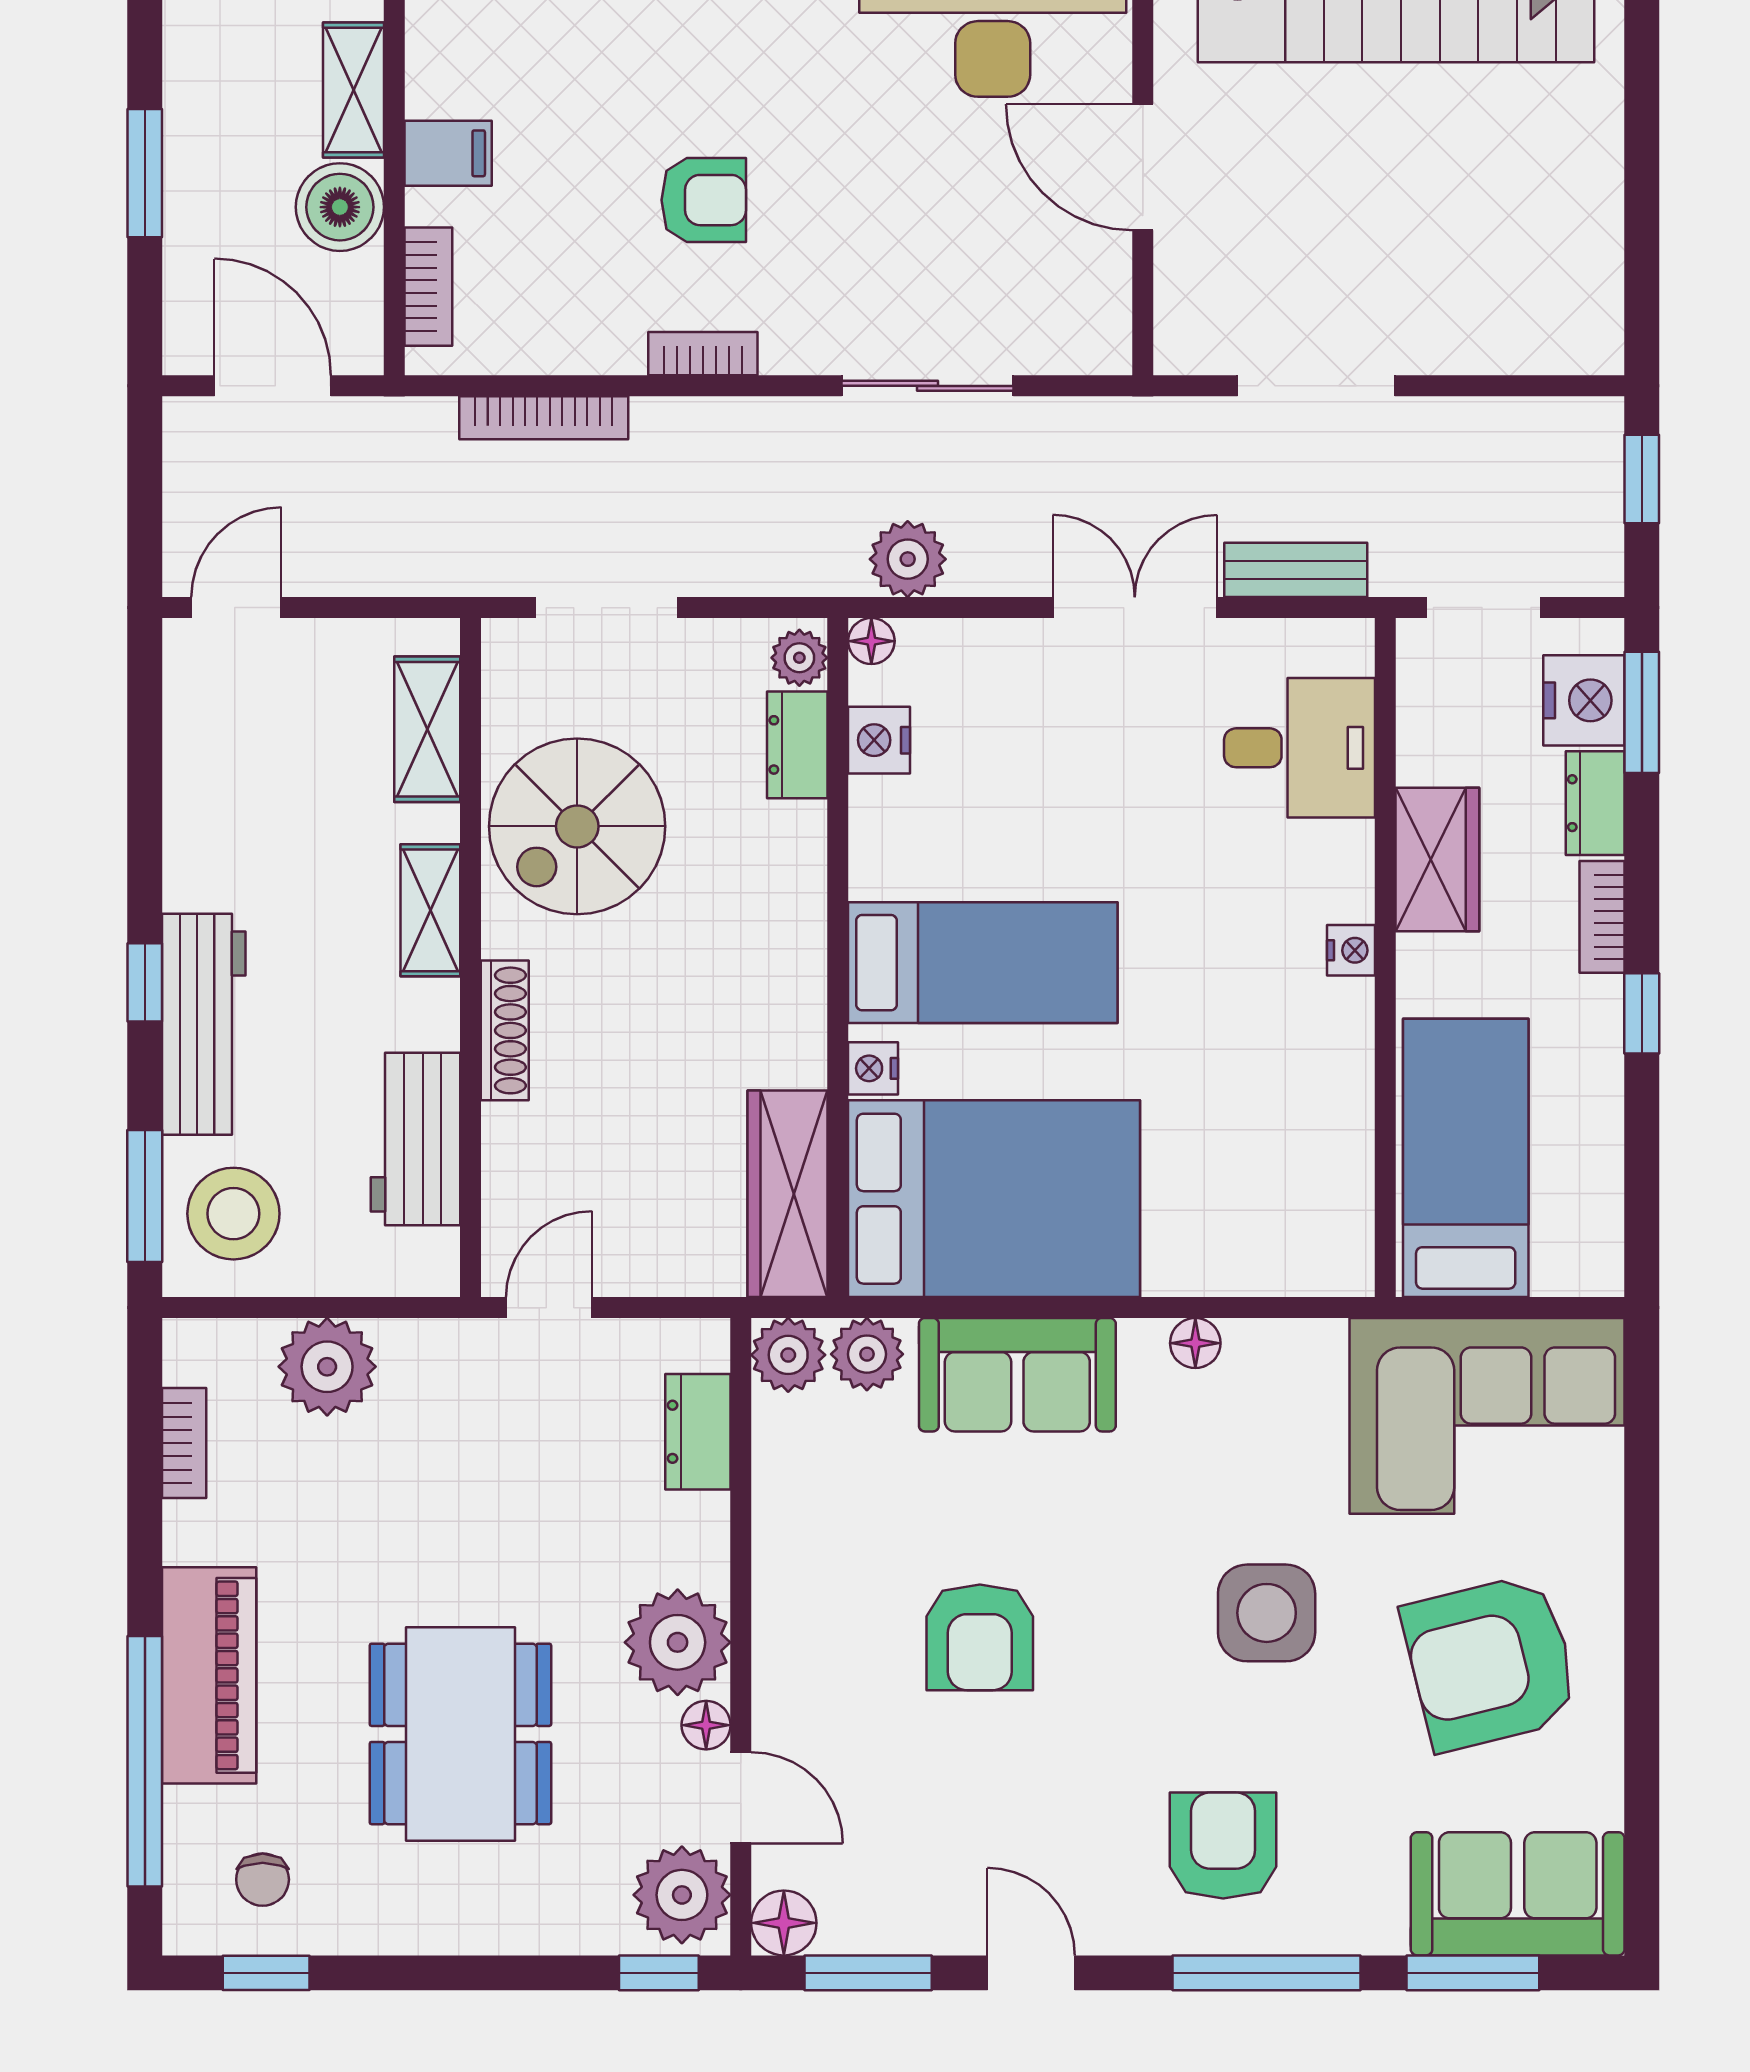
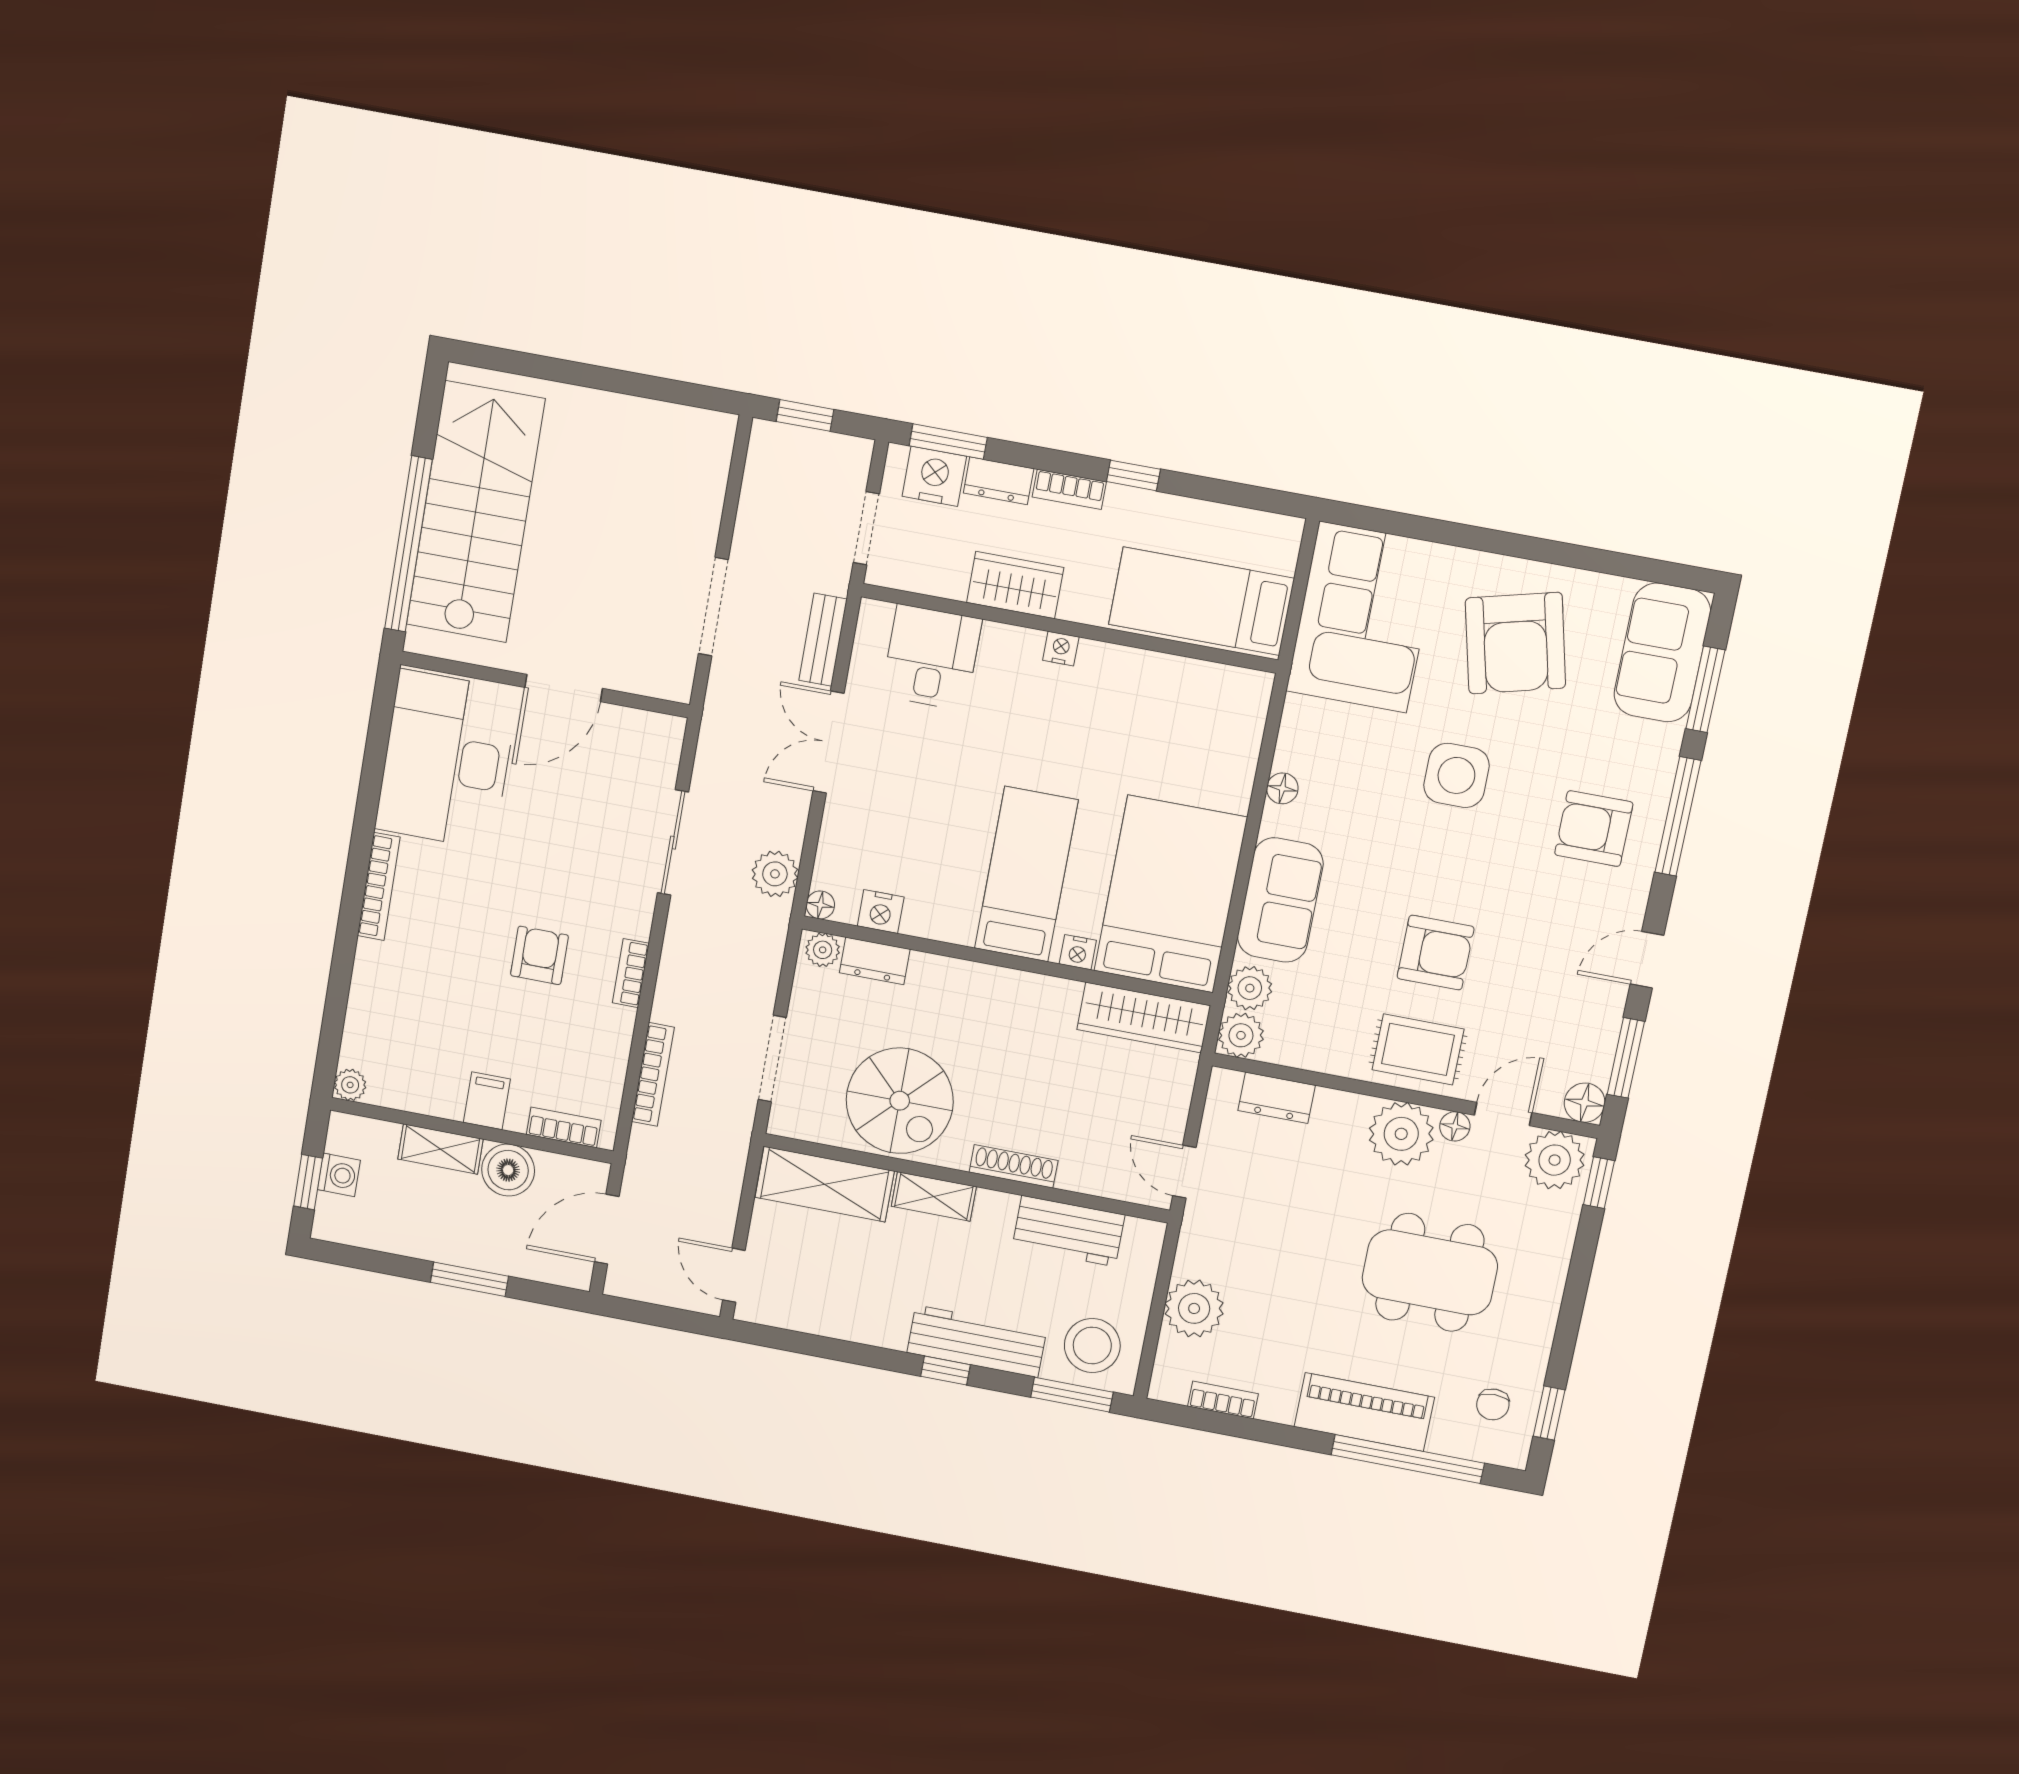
shelving: (427, 729) -> (825, 1184), width x1.50, depth x1.33
rug: (819, 1641) -> (1418, 1049), added
chair: (263, 1880) -> (1493, 1404), turned 90

